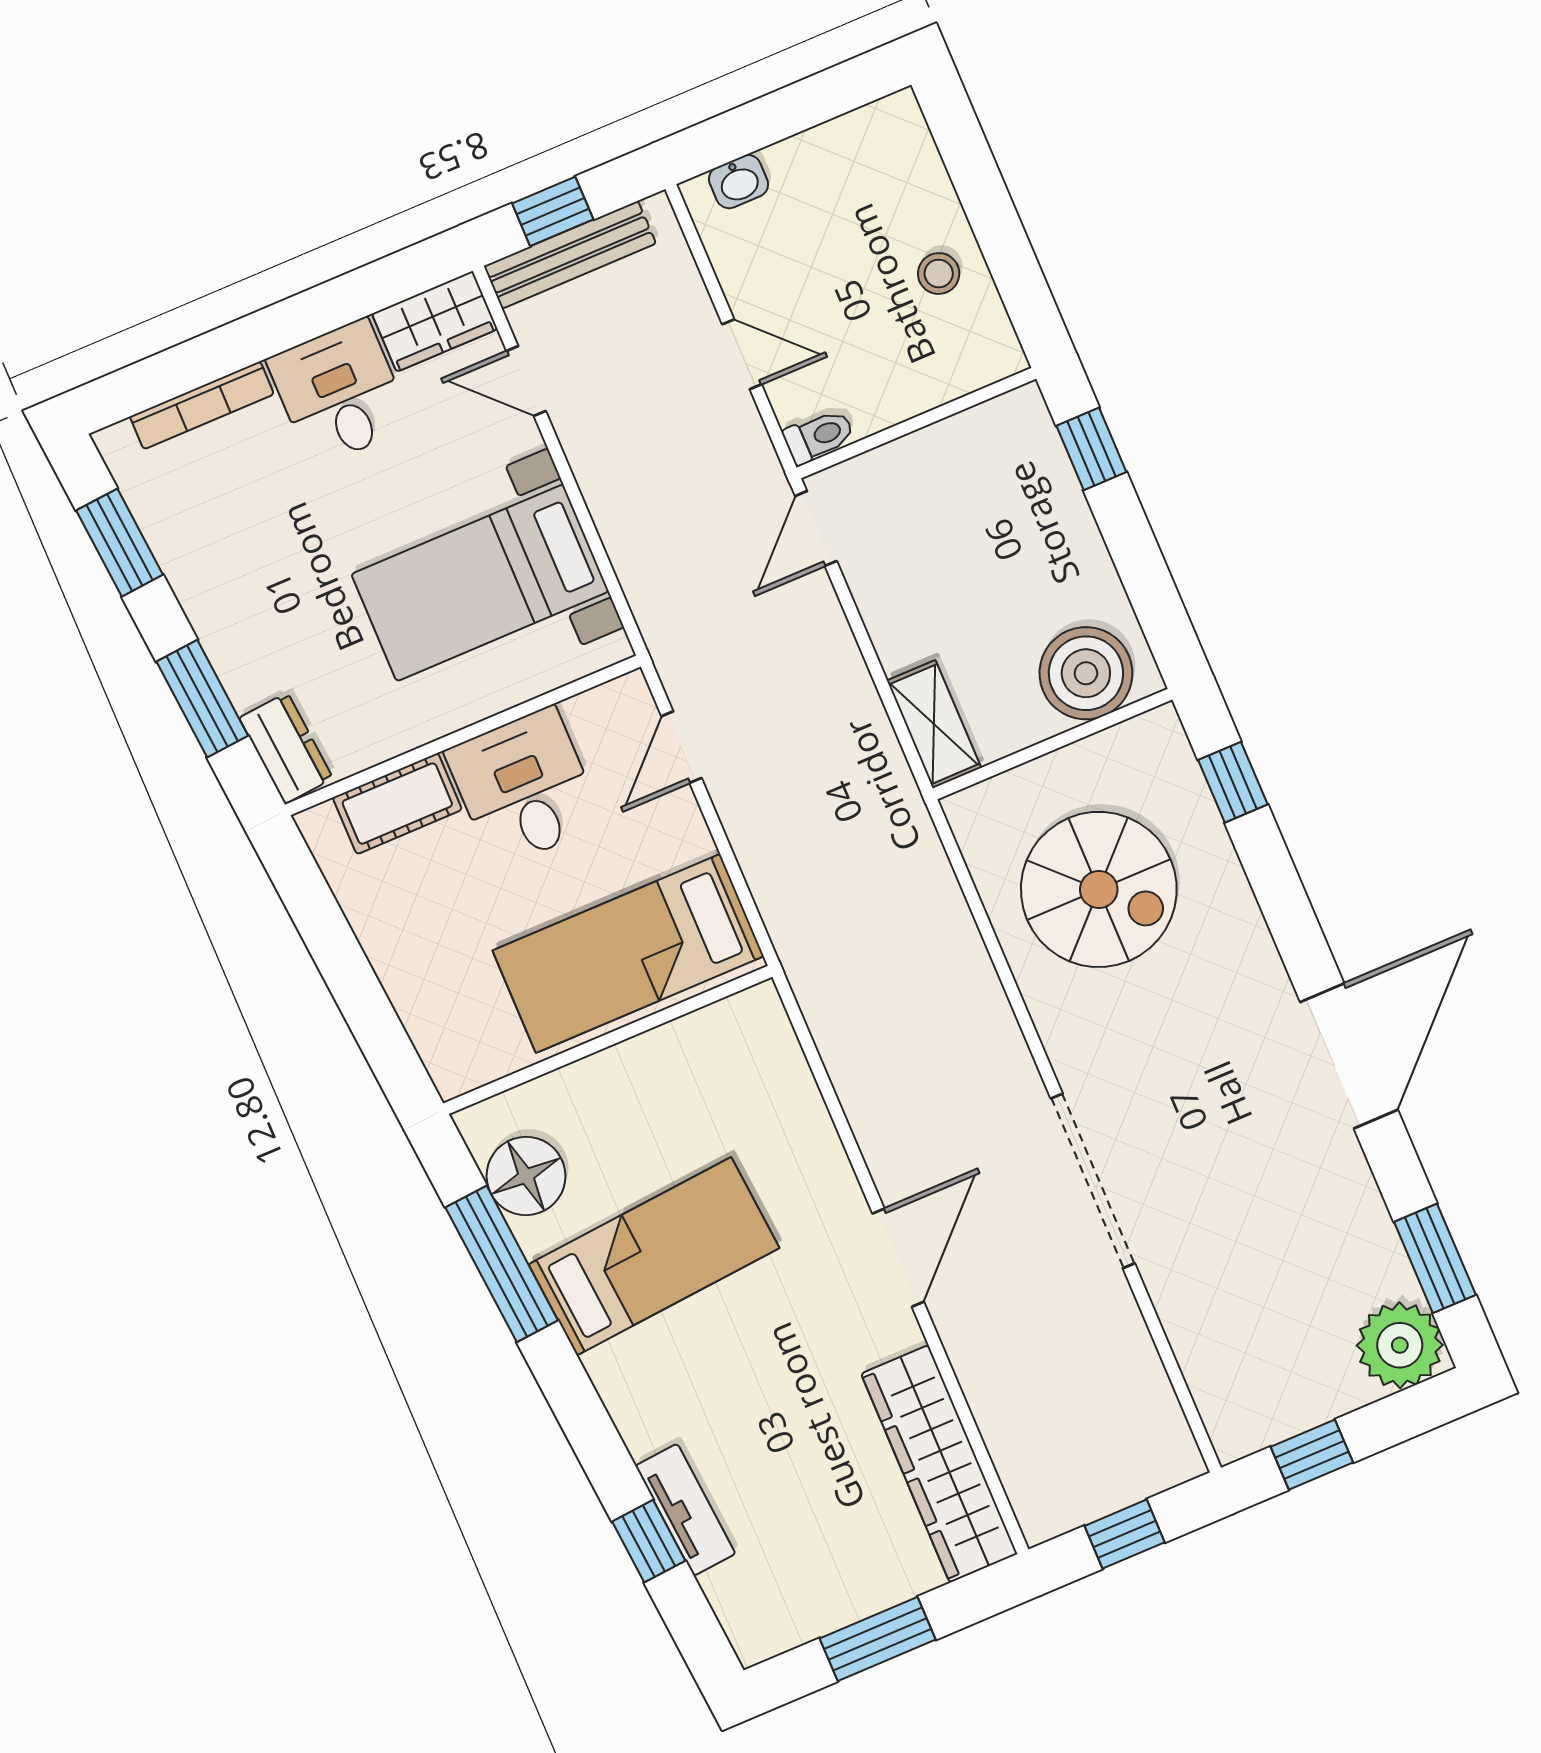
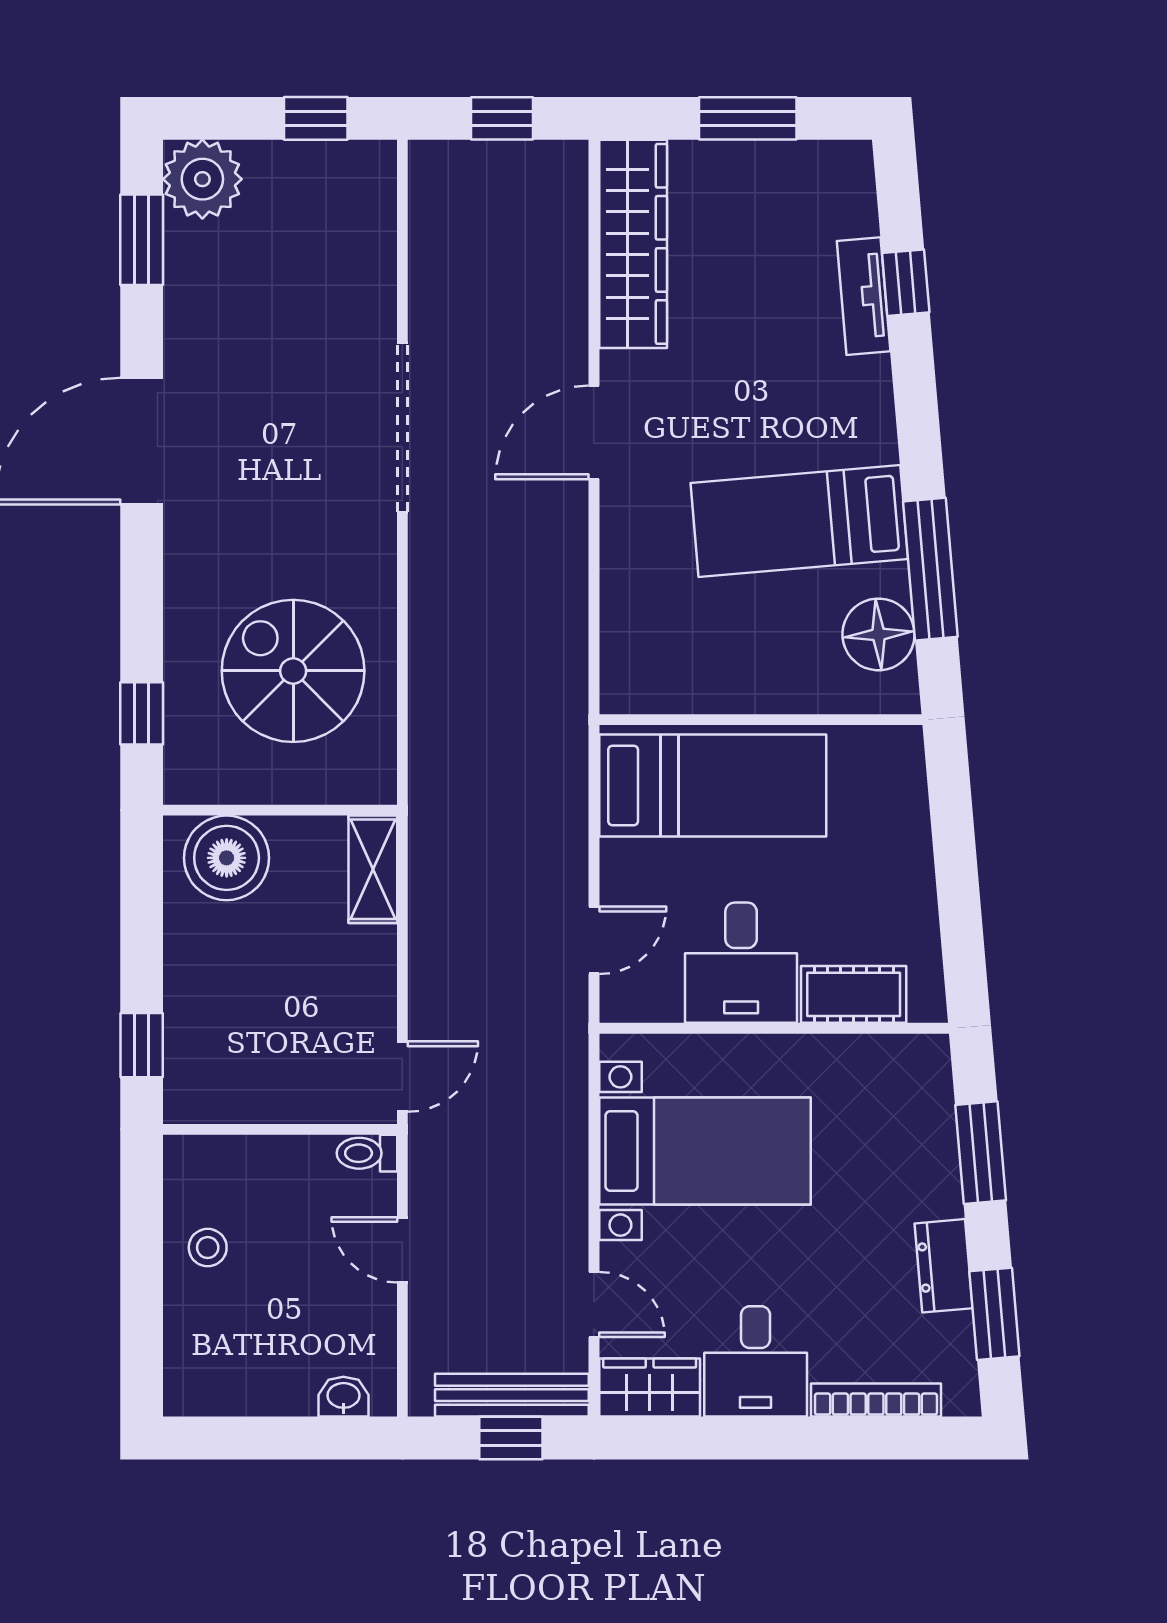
dresser: (286, 748) -> (944, 1266), moved

